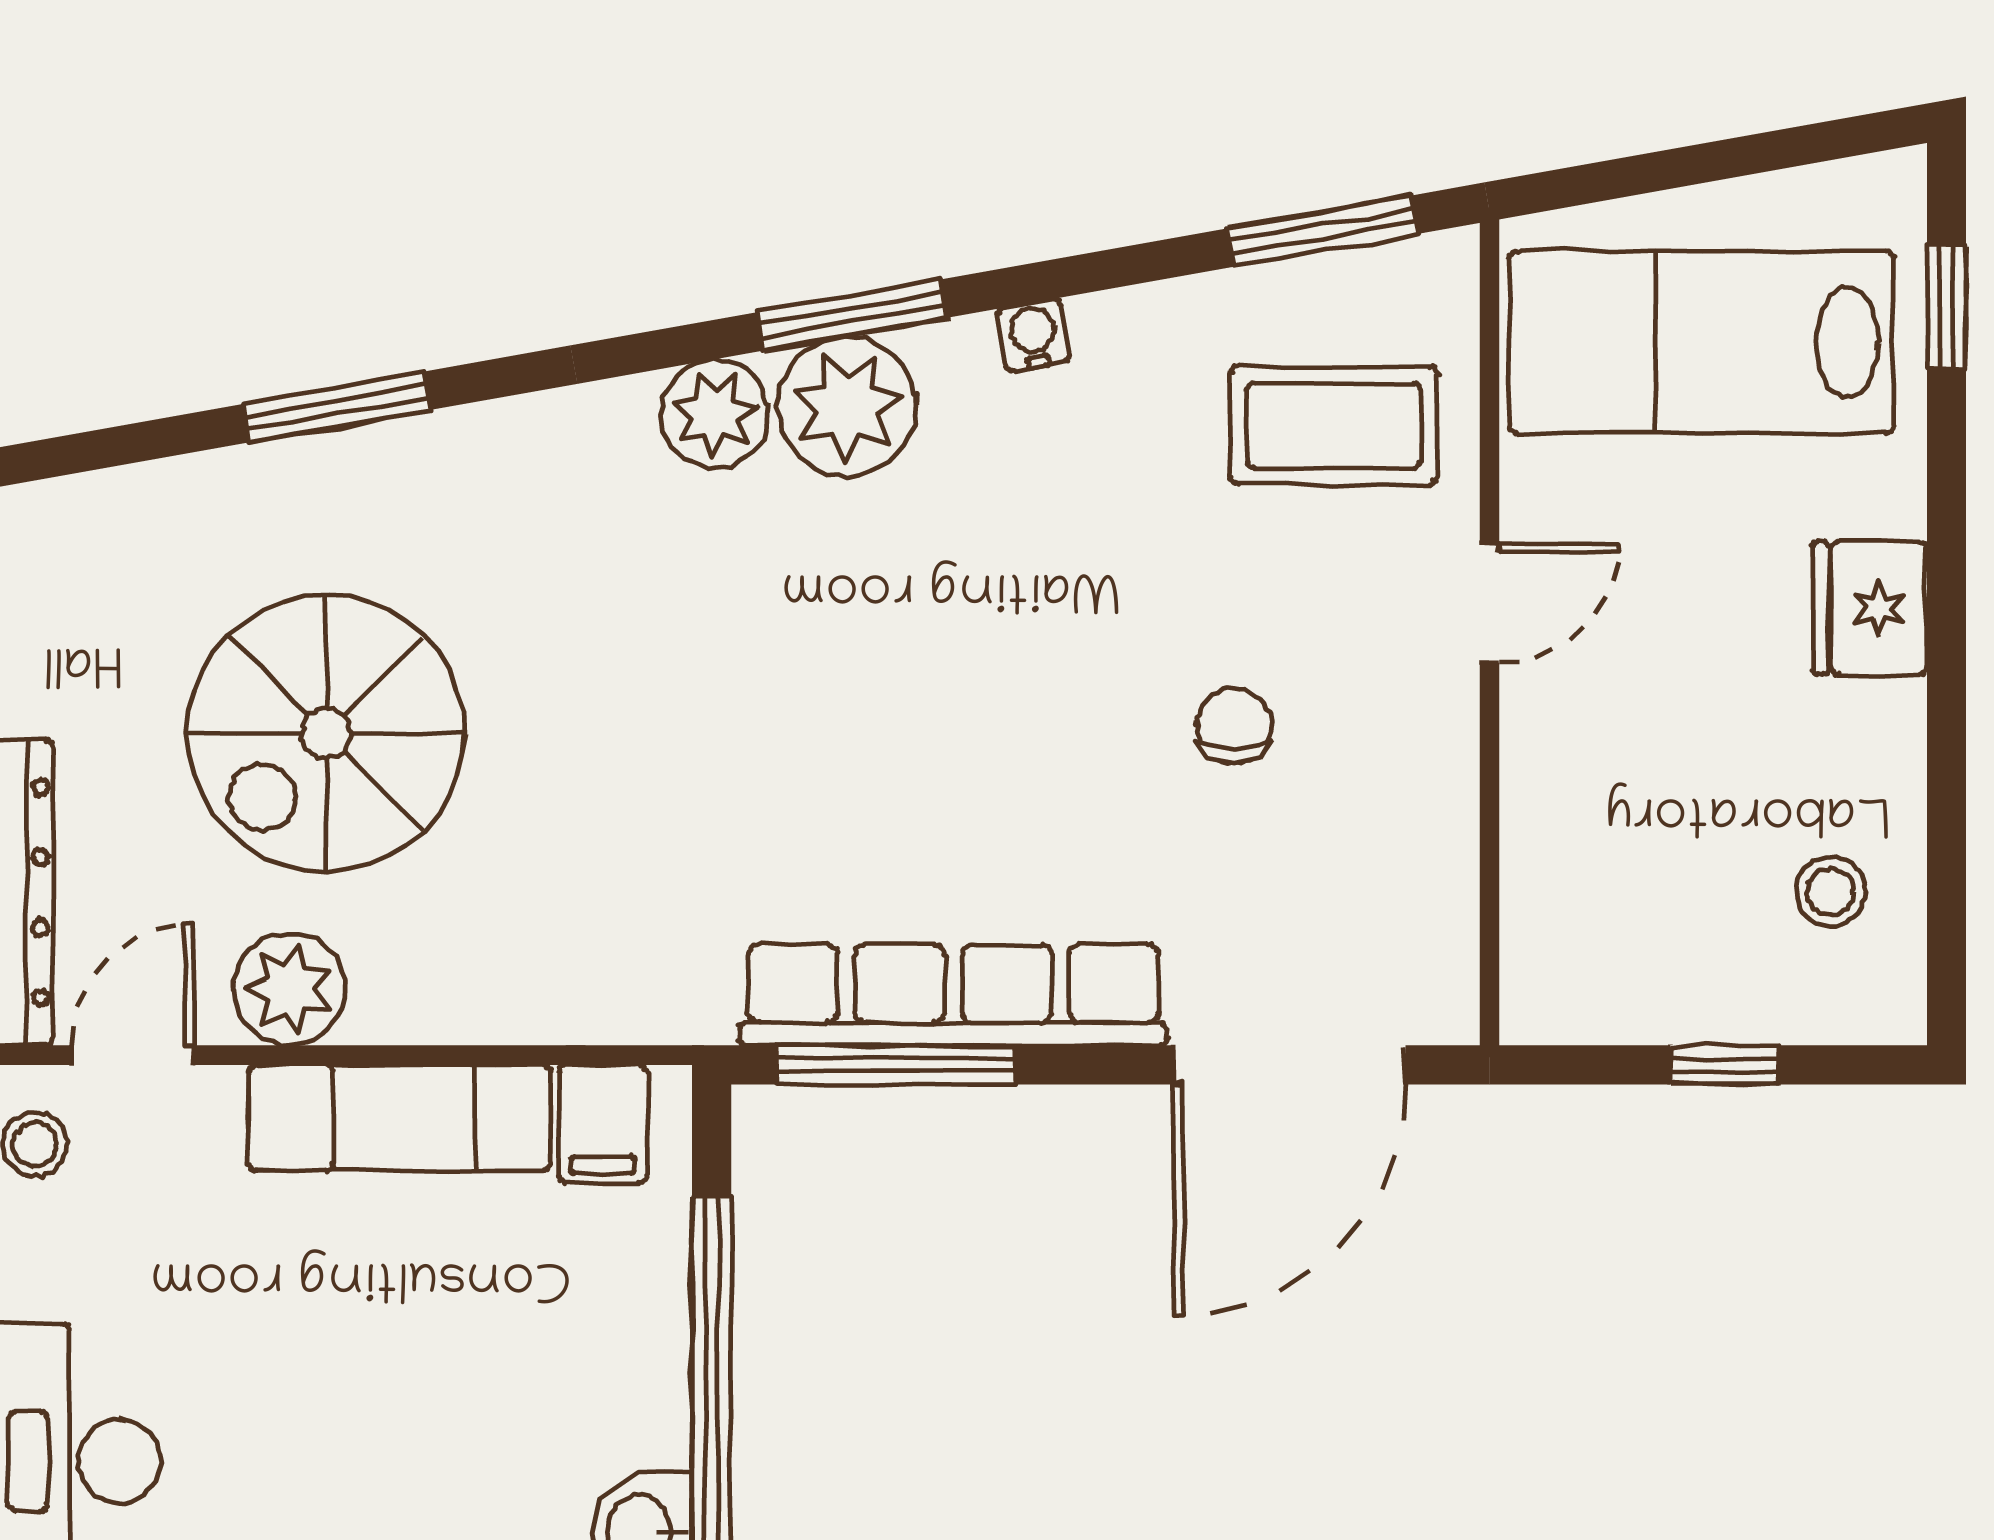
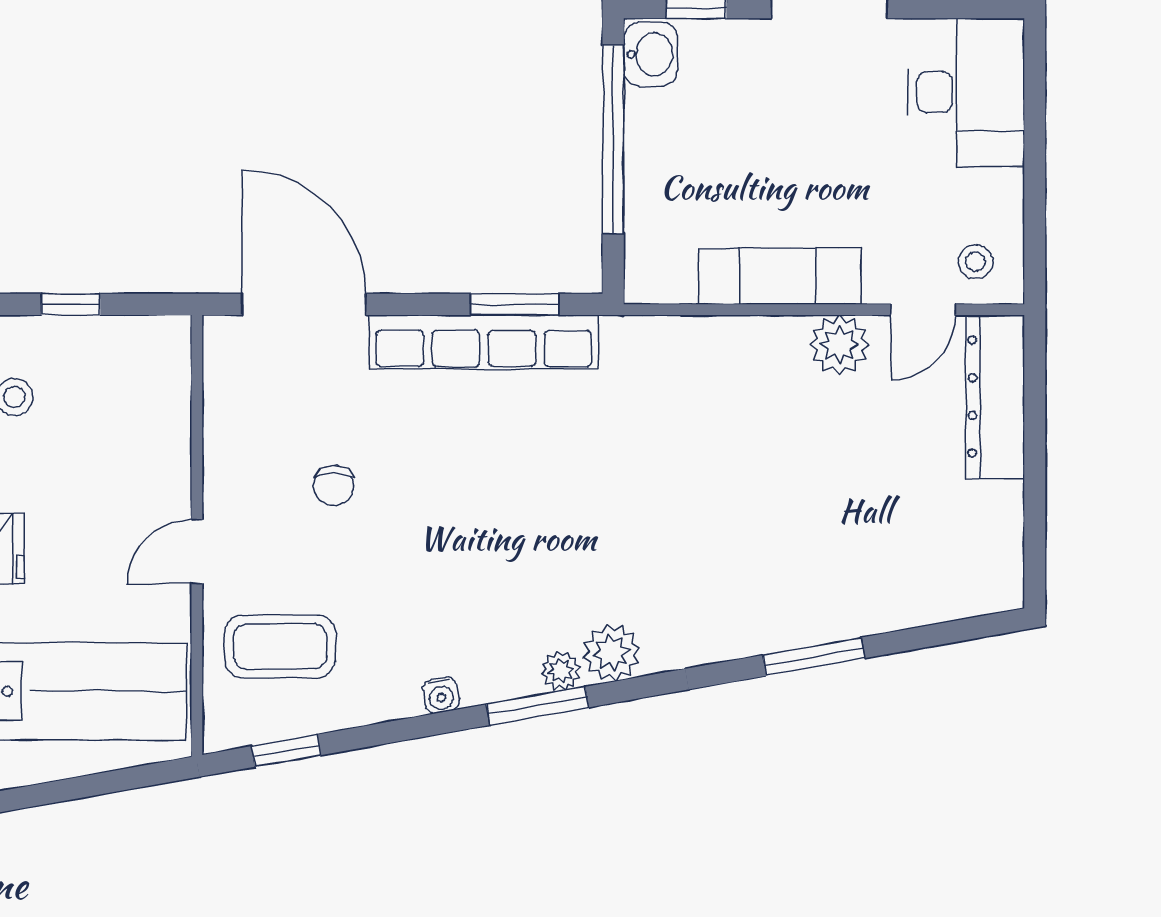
window: (1323, 231) -> (286, 751), width x0.67
plant: (847, 406) -> (561, 671), width x0.53, depth x0.53
spiral stairs: (326, 733) -> (820, 482), removed
window: (896, 1065) -> (515, 304), width x0.69
door: (1290, 1065) -> (304, 304), hinge flipped
filing cabinet: (603, 1124) -> (671, 273), removed

